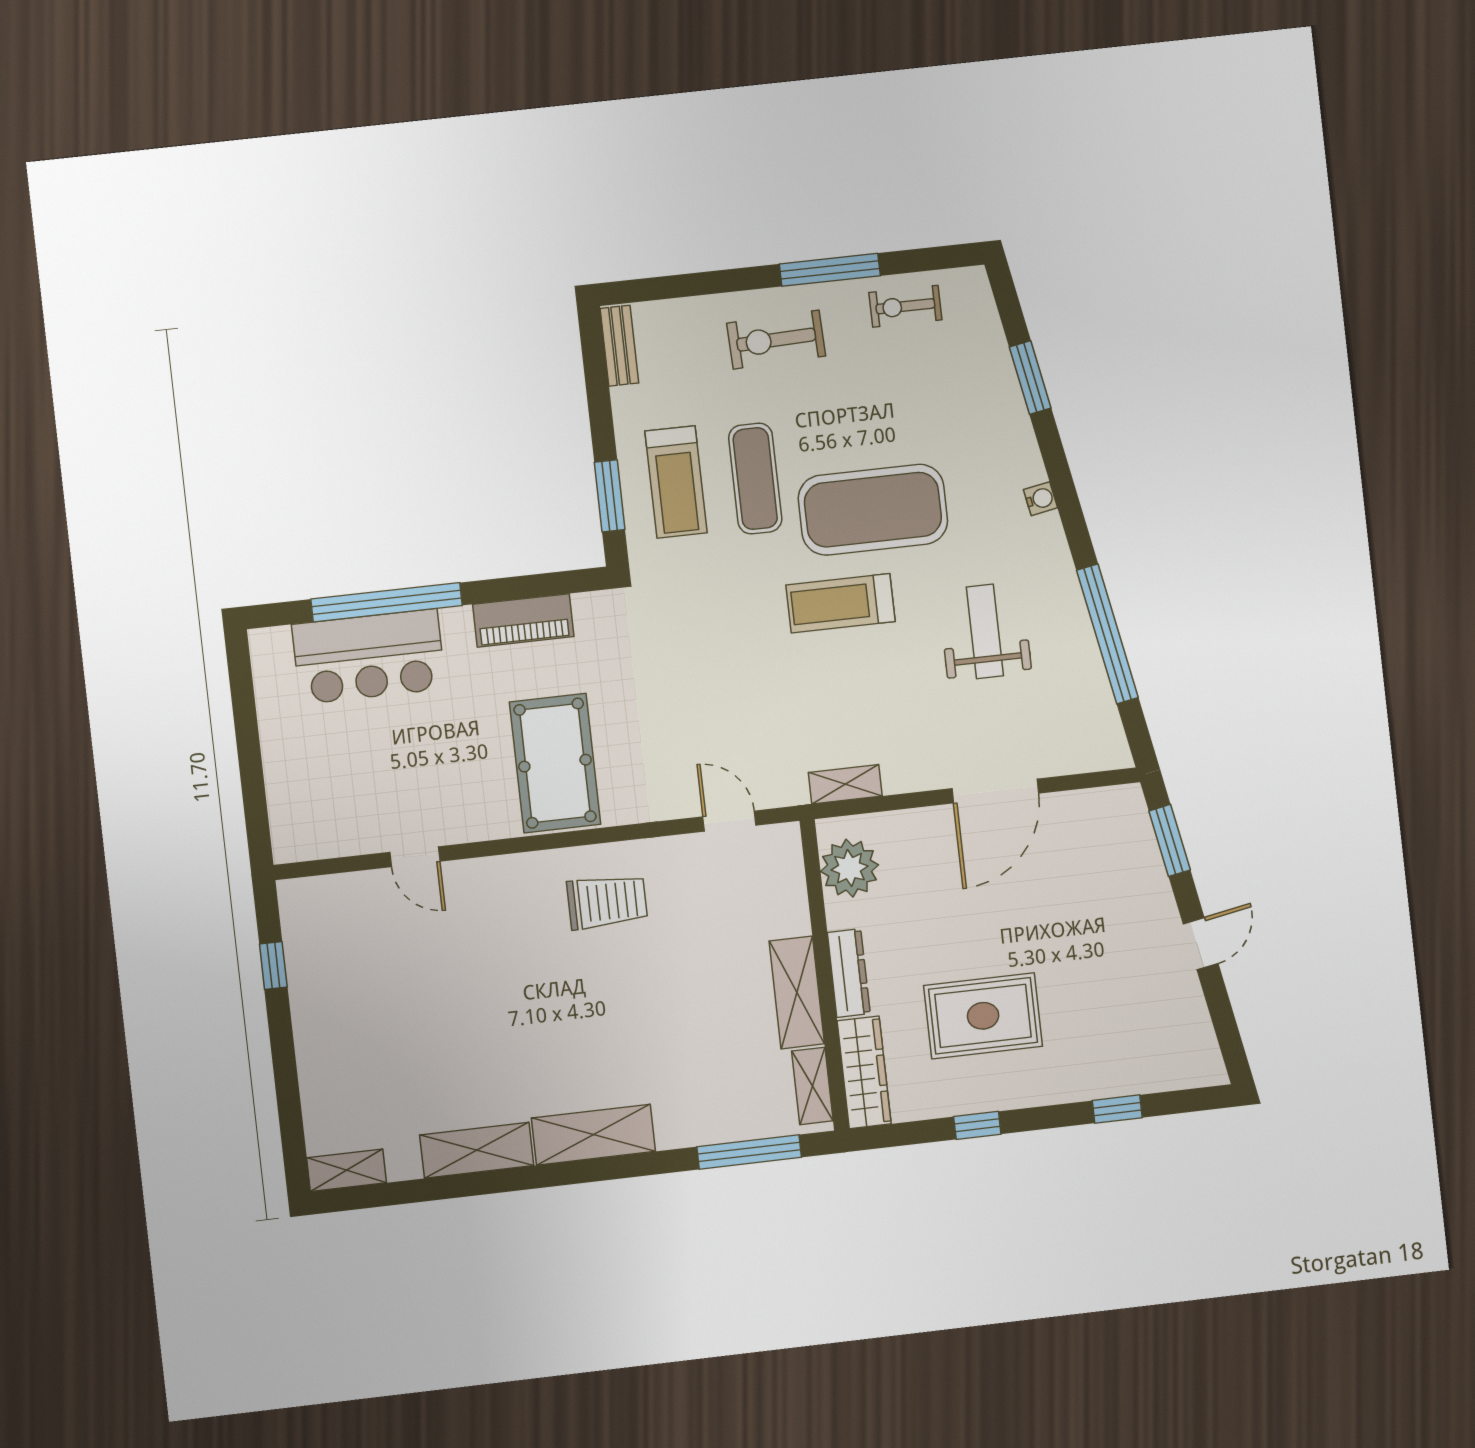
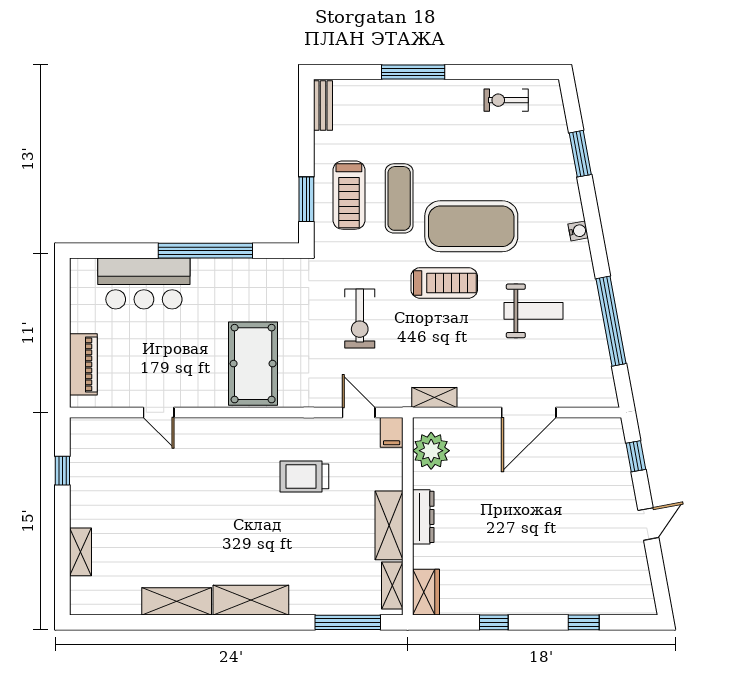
window: (830, 270) -> (413, 72), moved
exercise bike: (776, 340) -> (360, 318), moved, turned -88
window: (387, 602) -> (205, 251), moved
treadmill: (841, 603) -> (444, 283), turned 180
piano: (523, 620) -> (83, 364), moved, turned -90
weight bench: (985, 631) -> (533, 311), turned 90
window: (1170, 840) -> (636, 456), width x0.67
filing cabinet: (784, 846) -> (392, 432), added
trolley: (607, 902) -> (304, 476), moved, turned 180
rug: (983, 1016) -> (505, 554), removed
wardrobe: (864, 1072) -> (426, 592), width x0.67
shelving: (347, 1170) -> (80, 552), moved, turned 90

